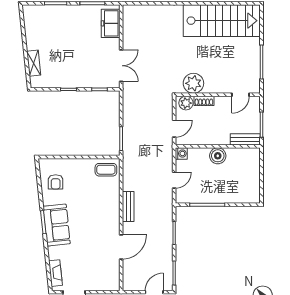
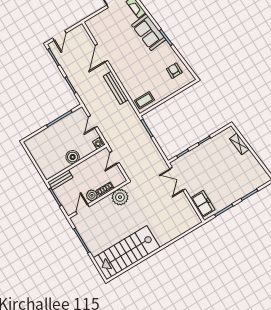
plant: (186, 103) -> (92, 195), moved
bench: (128, 206) -> (116, 88), width x1.36
sofa: (57, 225) -> (149, 32), moved

